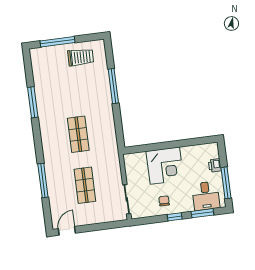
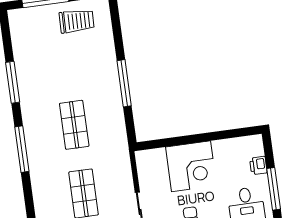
window: (113, 86) -> (124, 83), moved
window: (43, 180) -> (22, 149), moved

